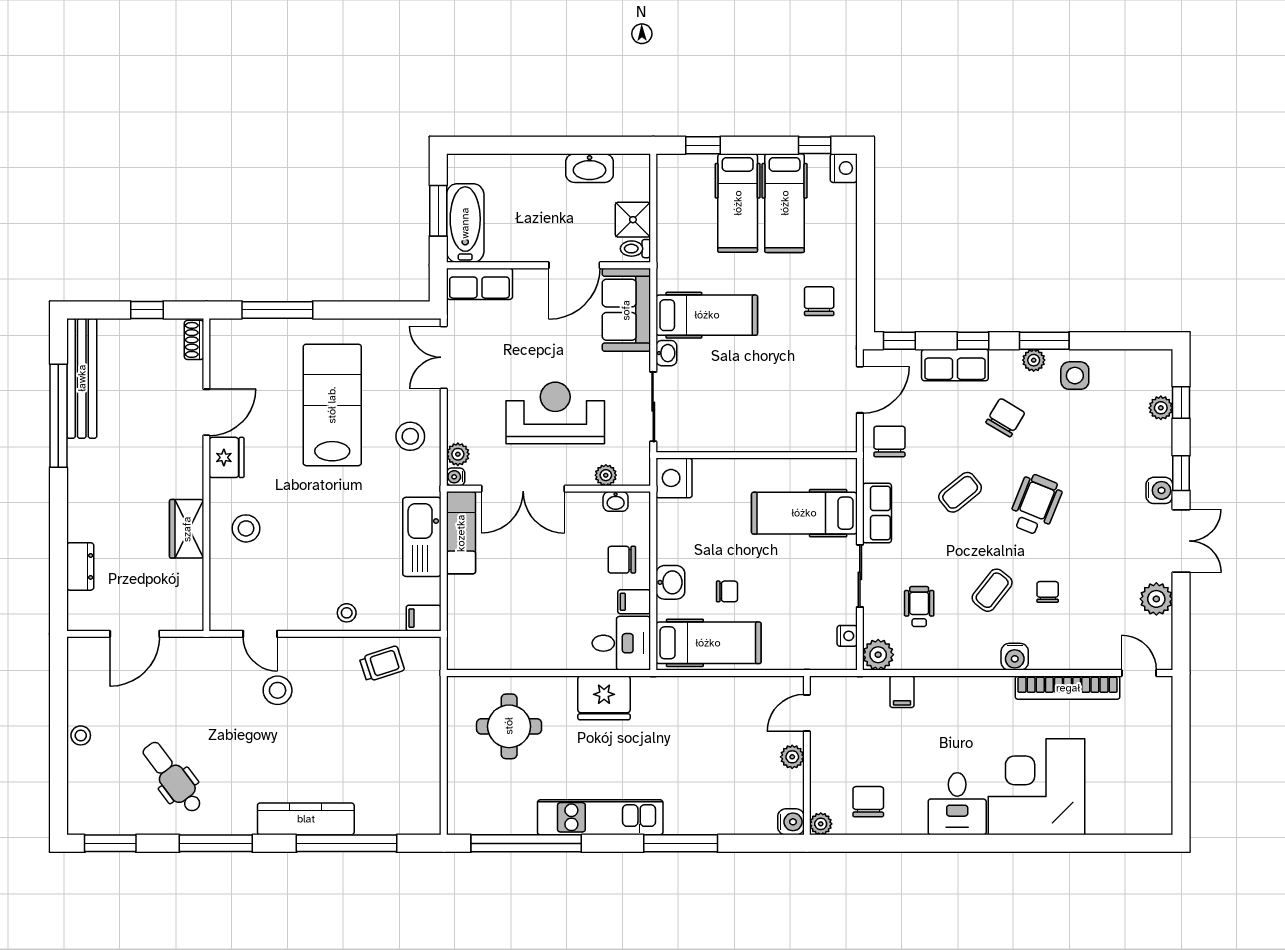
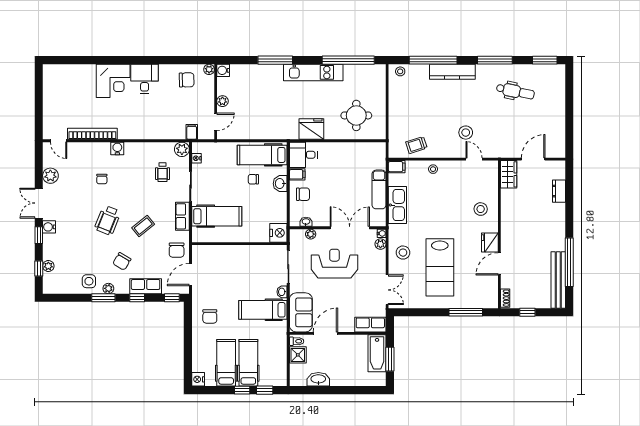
window: (815, 145) -> (242, 390), moved
reception desk: (555, 413) -> (334, 264), turned 180
wardrobe: (187, 529) -> (509, 174), moved
exam couch: (461, 533) -> (379, 189), moved
coffee table: (992, 590) -> (128, 180), removed
filing cabinet: (902, 692) -> (192, 132), moved
stool: (81, 735) -> (400, 71), moved
dental chair: (173, 777) -> (515, 91), turned -41
corner desk: (1036, 787) -> (113, 81), width x0.74, depth x0.74
chair: (868, 802) -> (187, 80), turned -91

